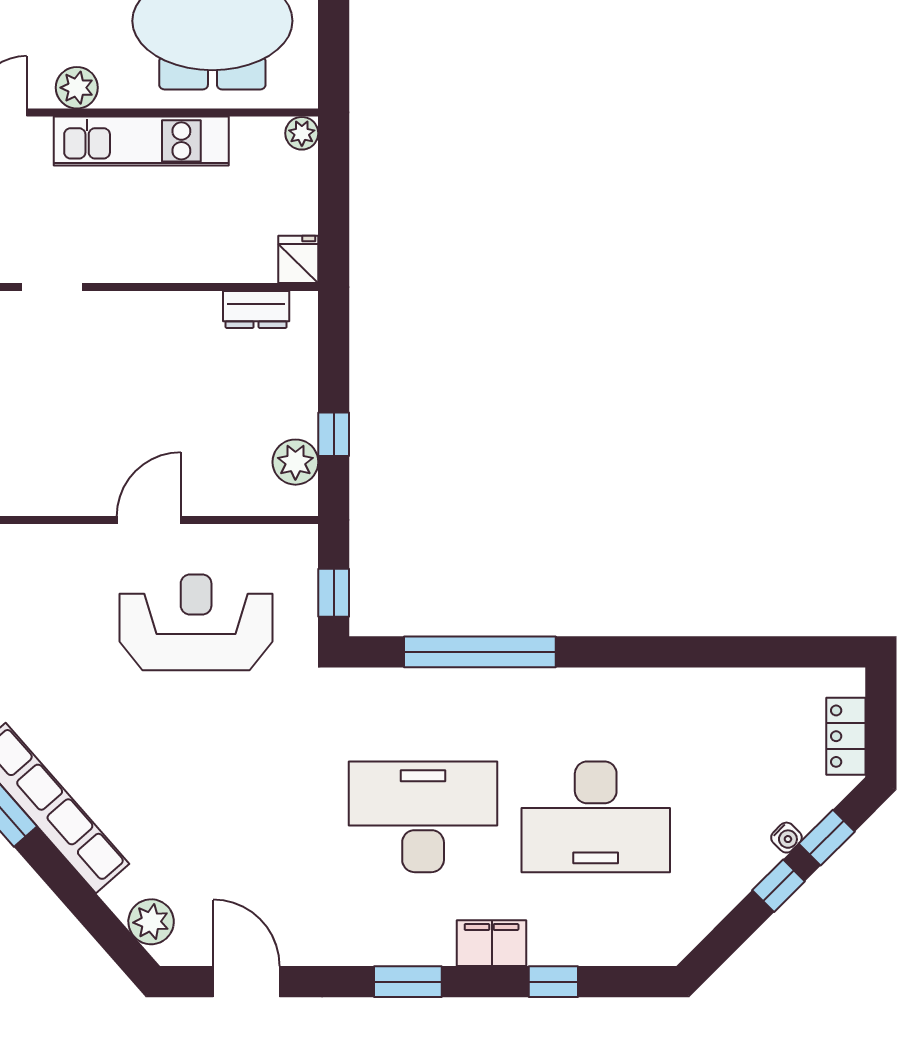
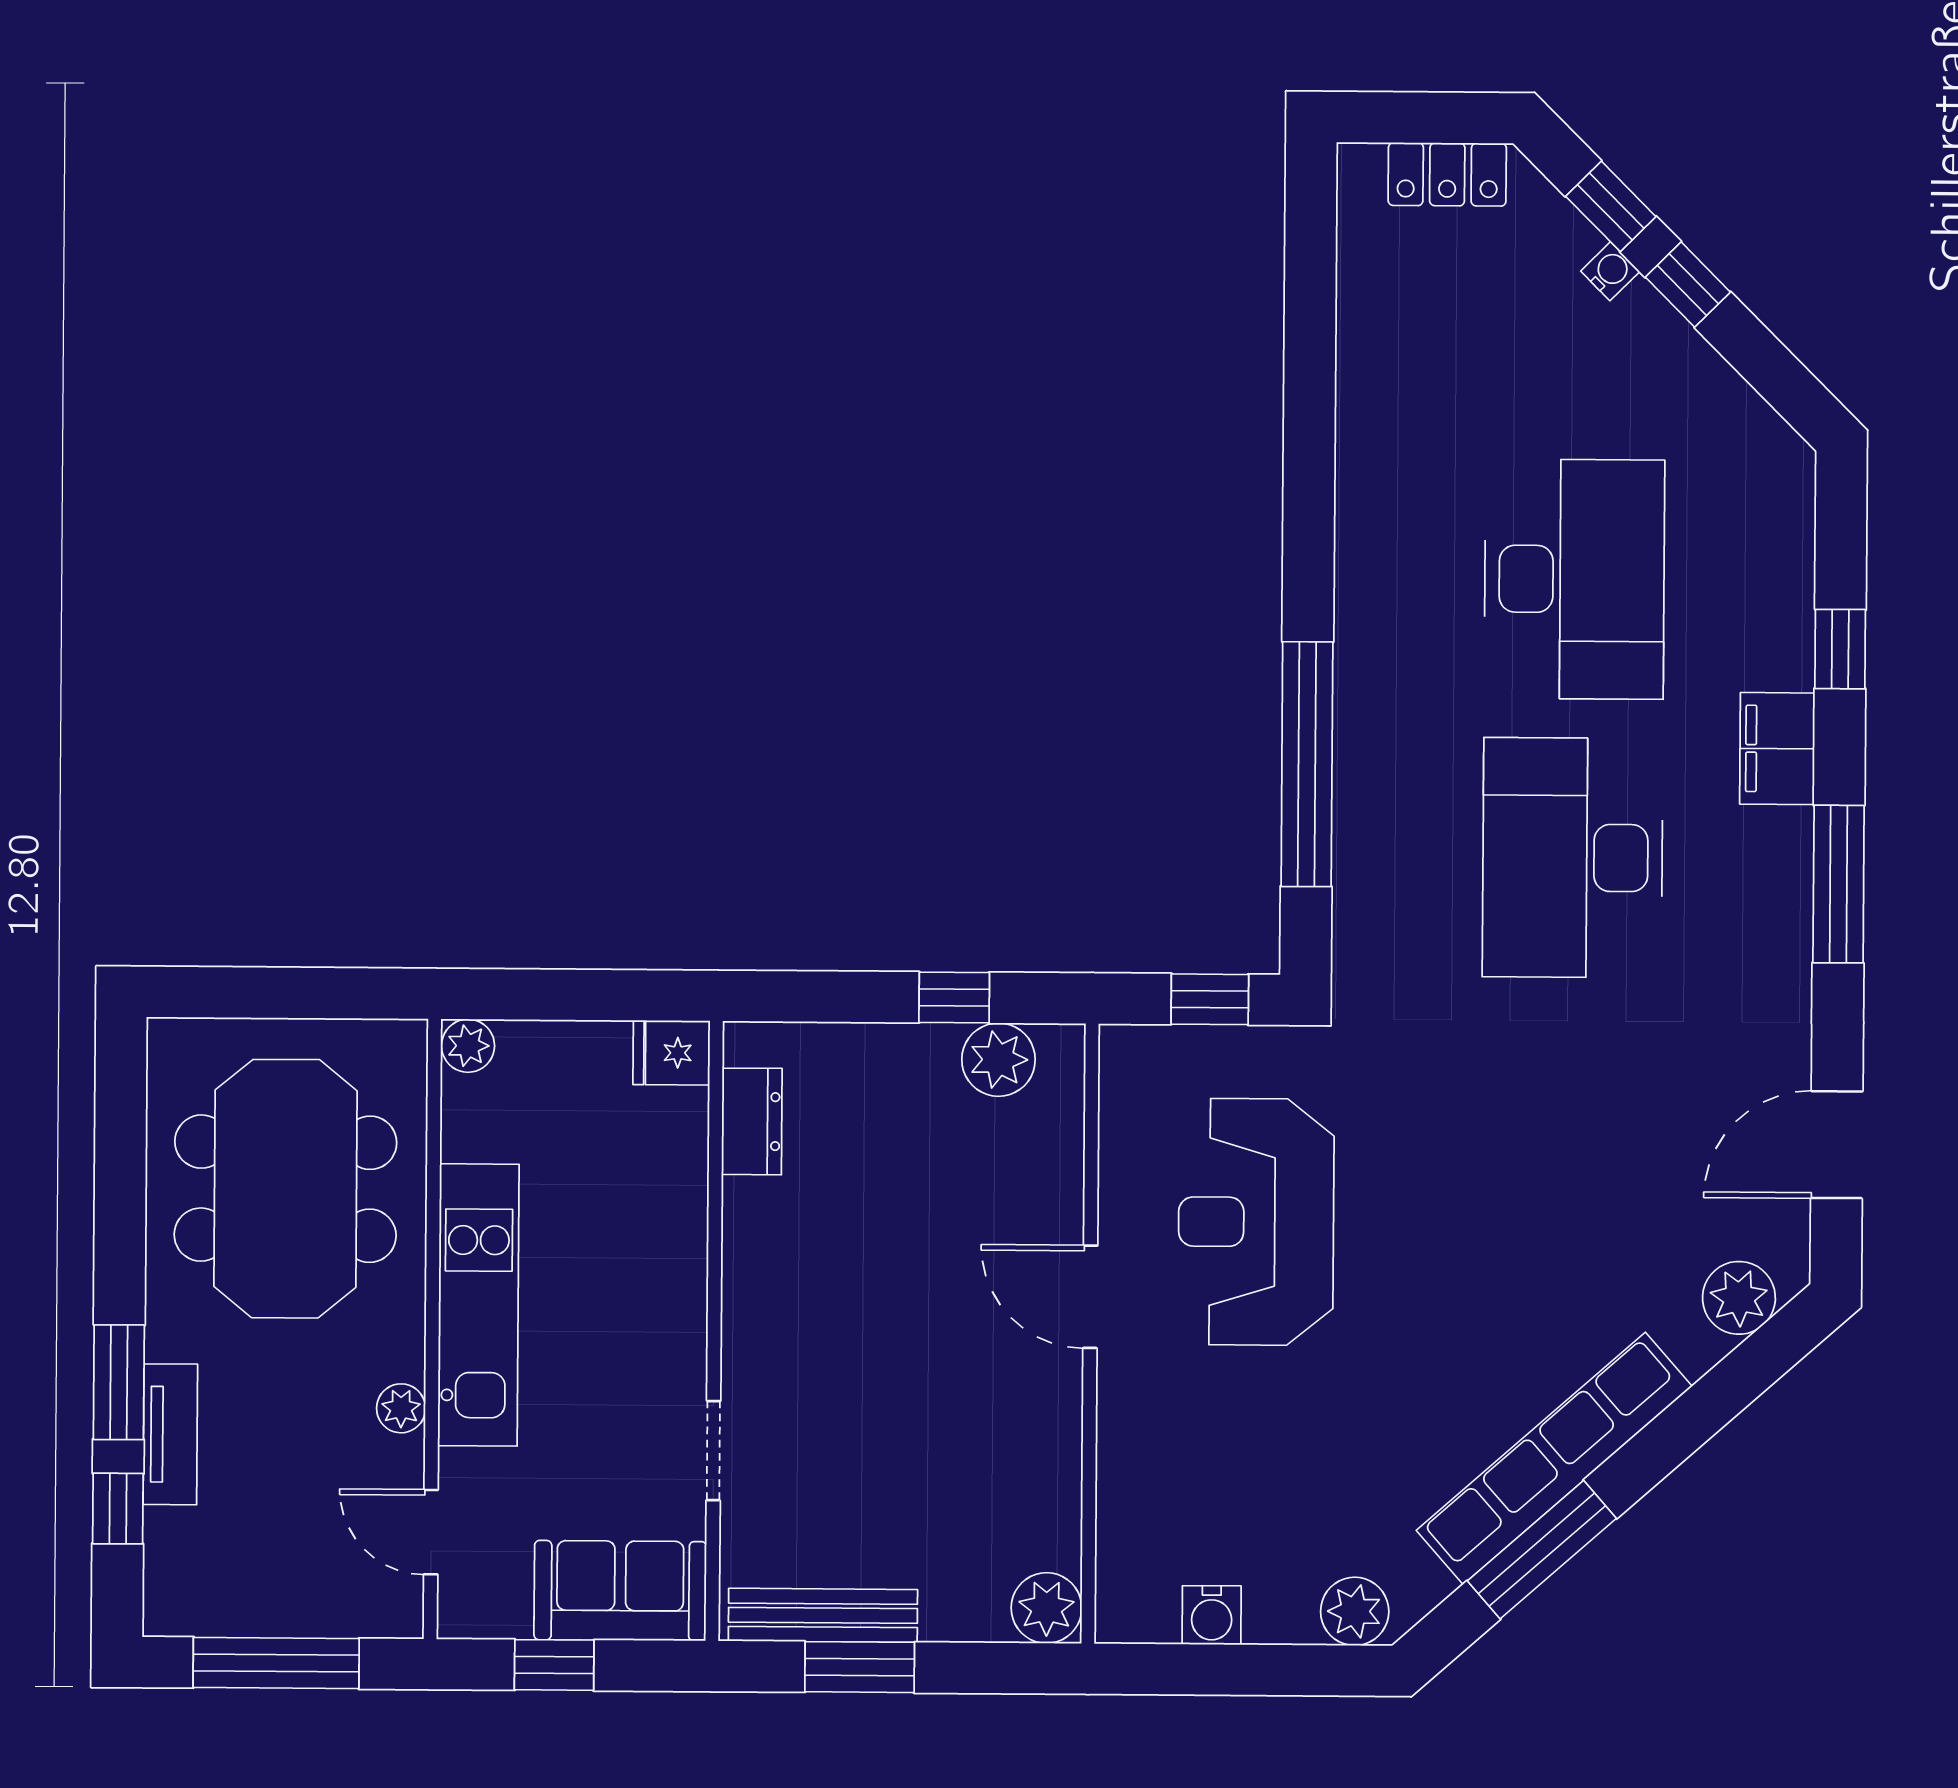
plant: (77, 88) -> (401, 1408), width x0.73, depth x0.73
window: (408, 982) -> (1839, 884), width x1.44

